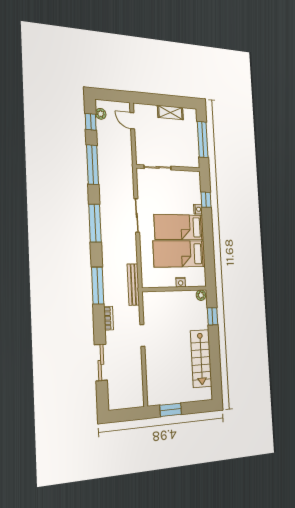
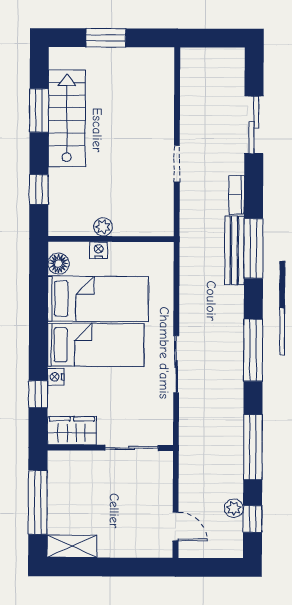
shelving: (170, 112) -> (72, 546), moved
plant: (101, 114) -> (234, 508), moved
wardrobe: (188, 179) -> (72, 431), added
floor lamp: (200, 274) -> (59, 264), added
bench: (133, 285) -> (234, 250), moved
plant: (201, 295) -> (103, 227), moved
window: (215, 362) -> (39, 111), added
window: (171, 410) -> (106, 38), moved

